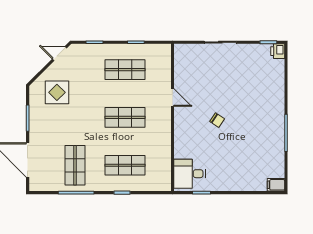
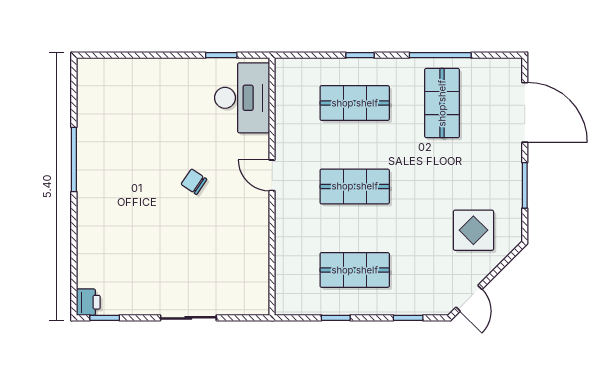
door: (60, 53) -> (469, 298), hinge flipped
door: (172, 97) -> (272, 175), moved
desk: (190, 174) -> (242, 98), width x1.37
filing cabinet: (276, 185) -> (91, 69), removed

